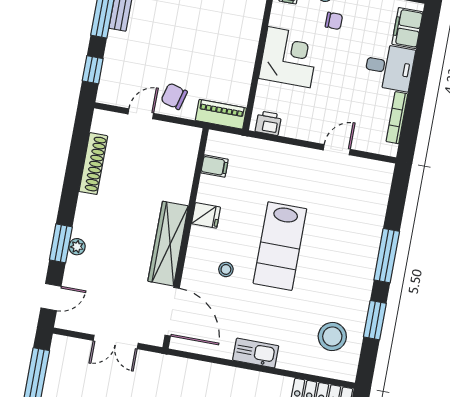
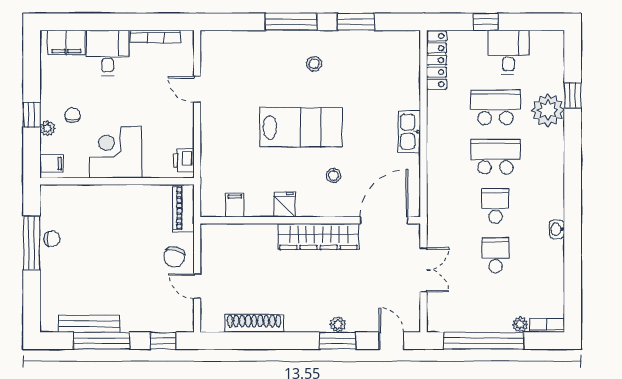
stool: (332, 337) -> (314, 64), moved, width x0.53, depth x0.53

